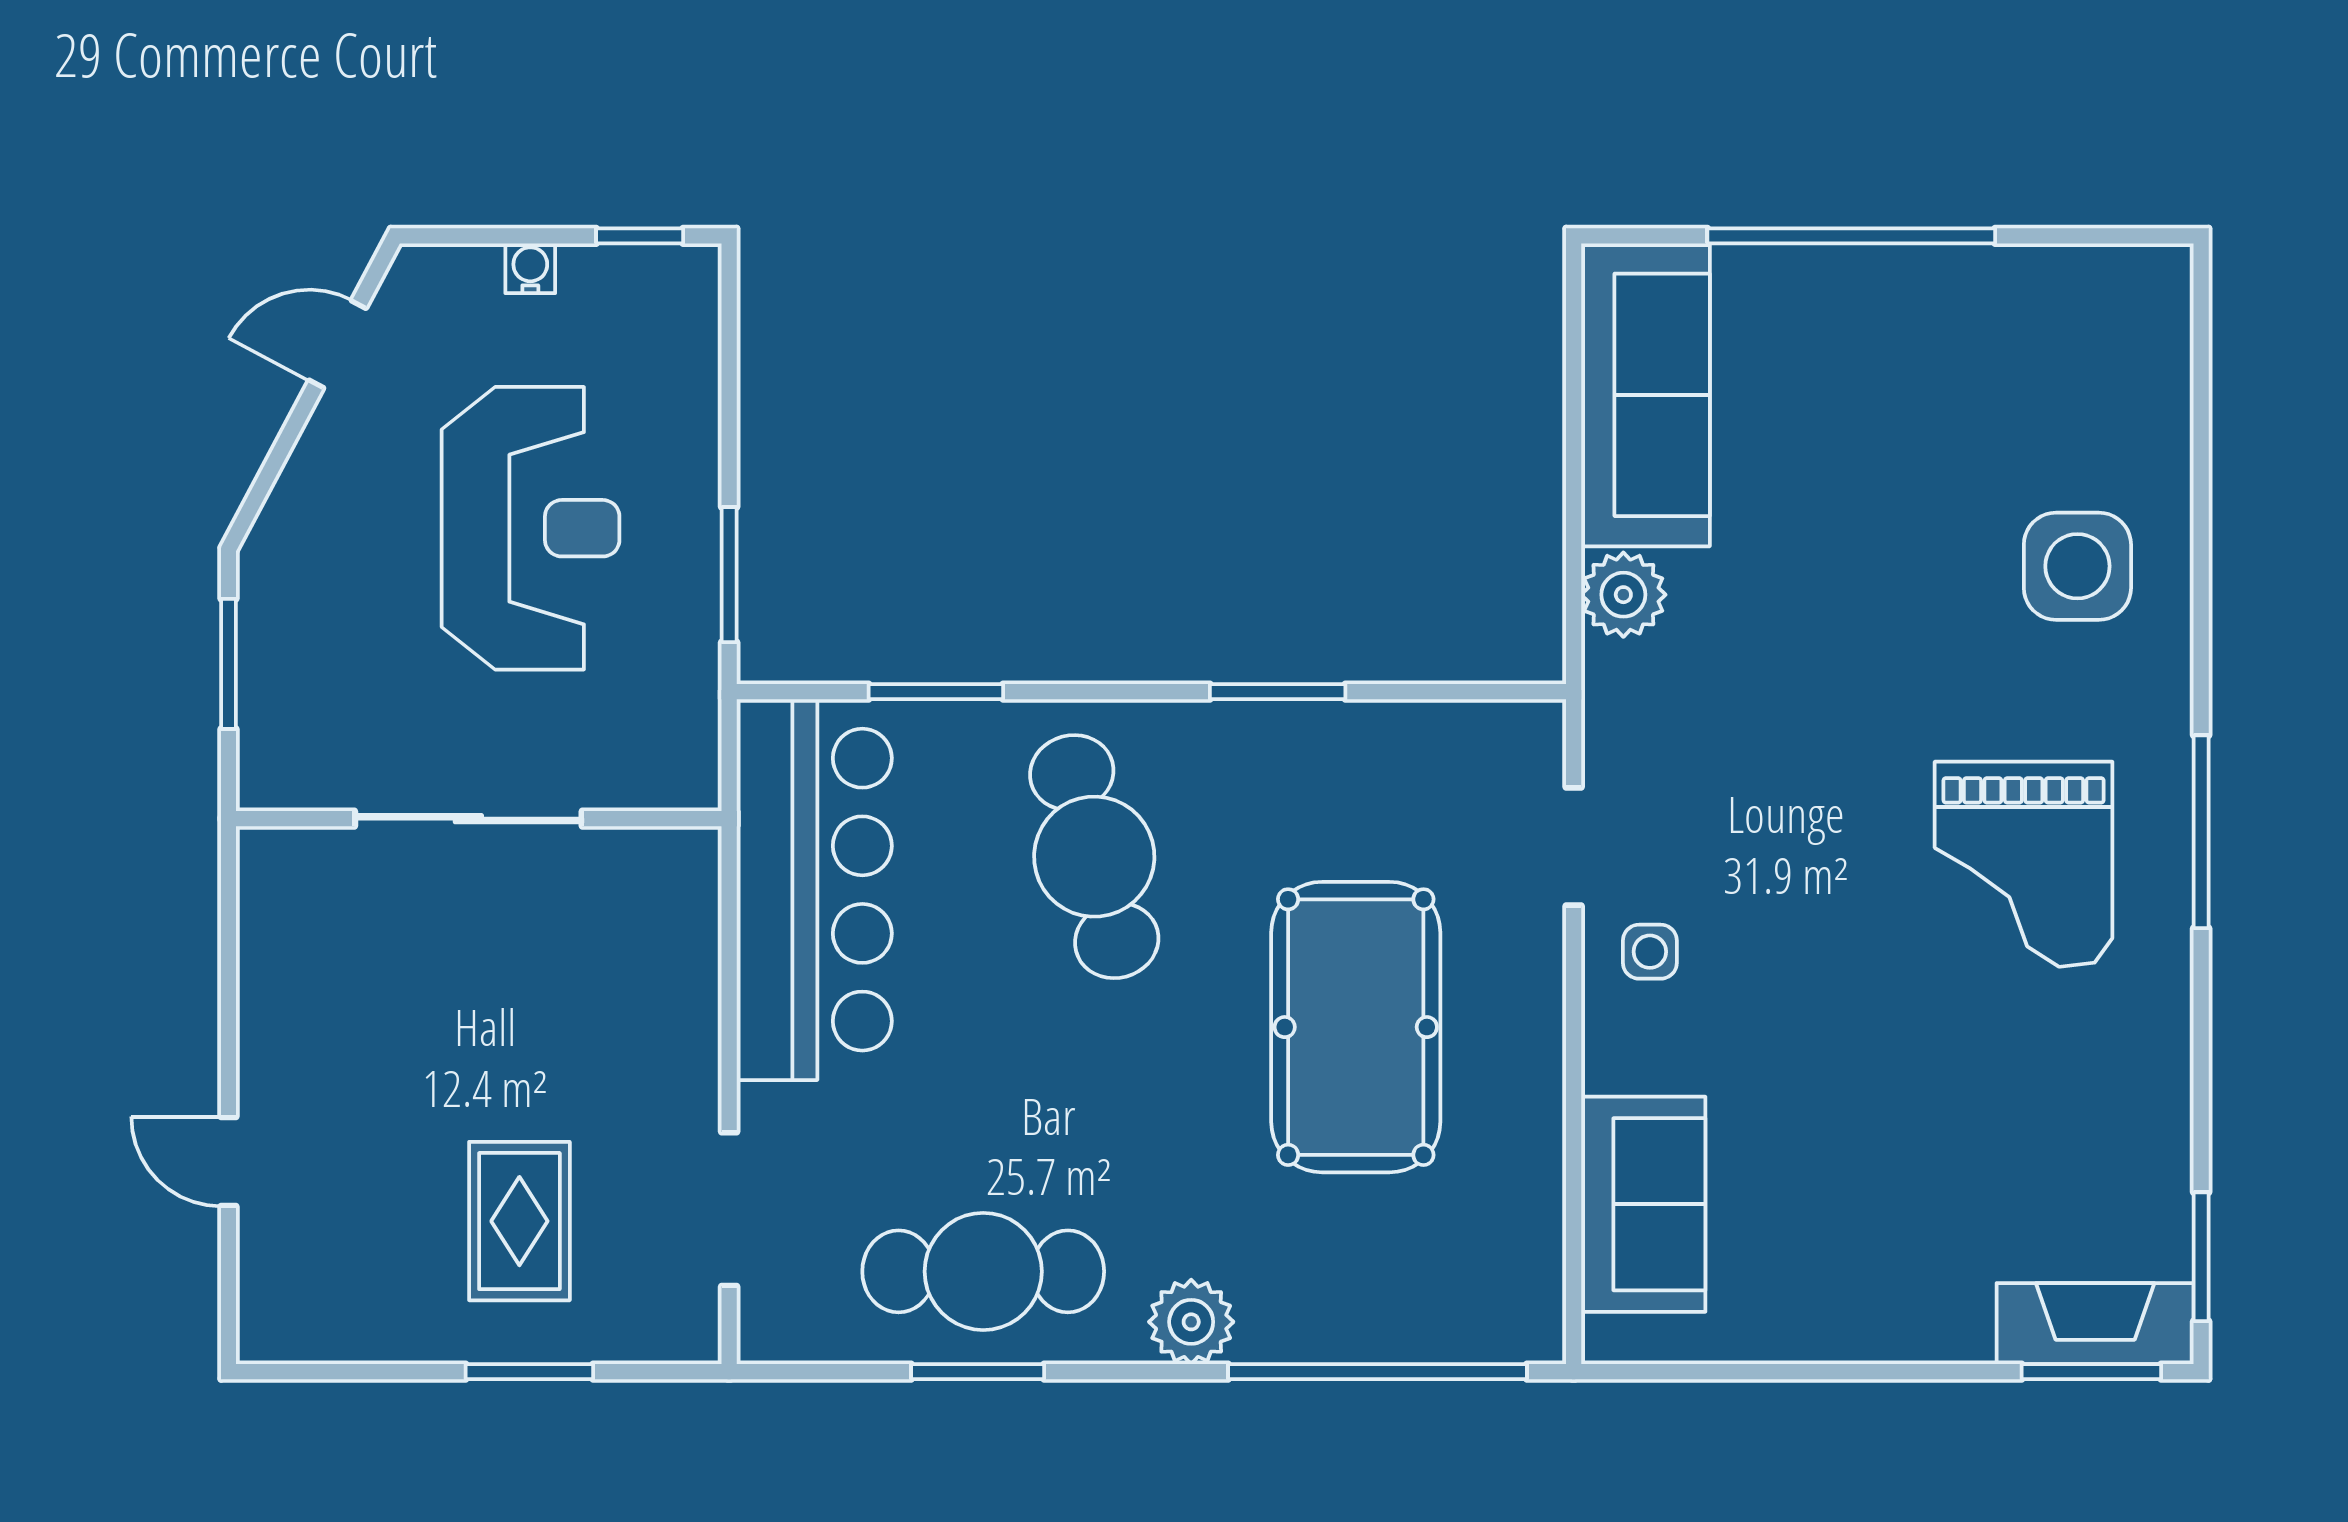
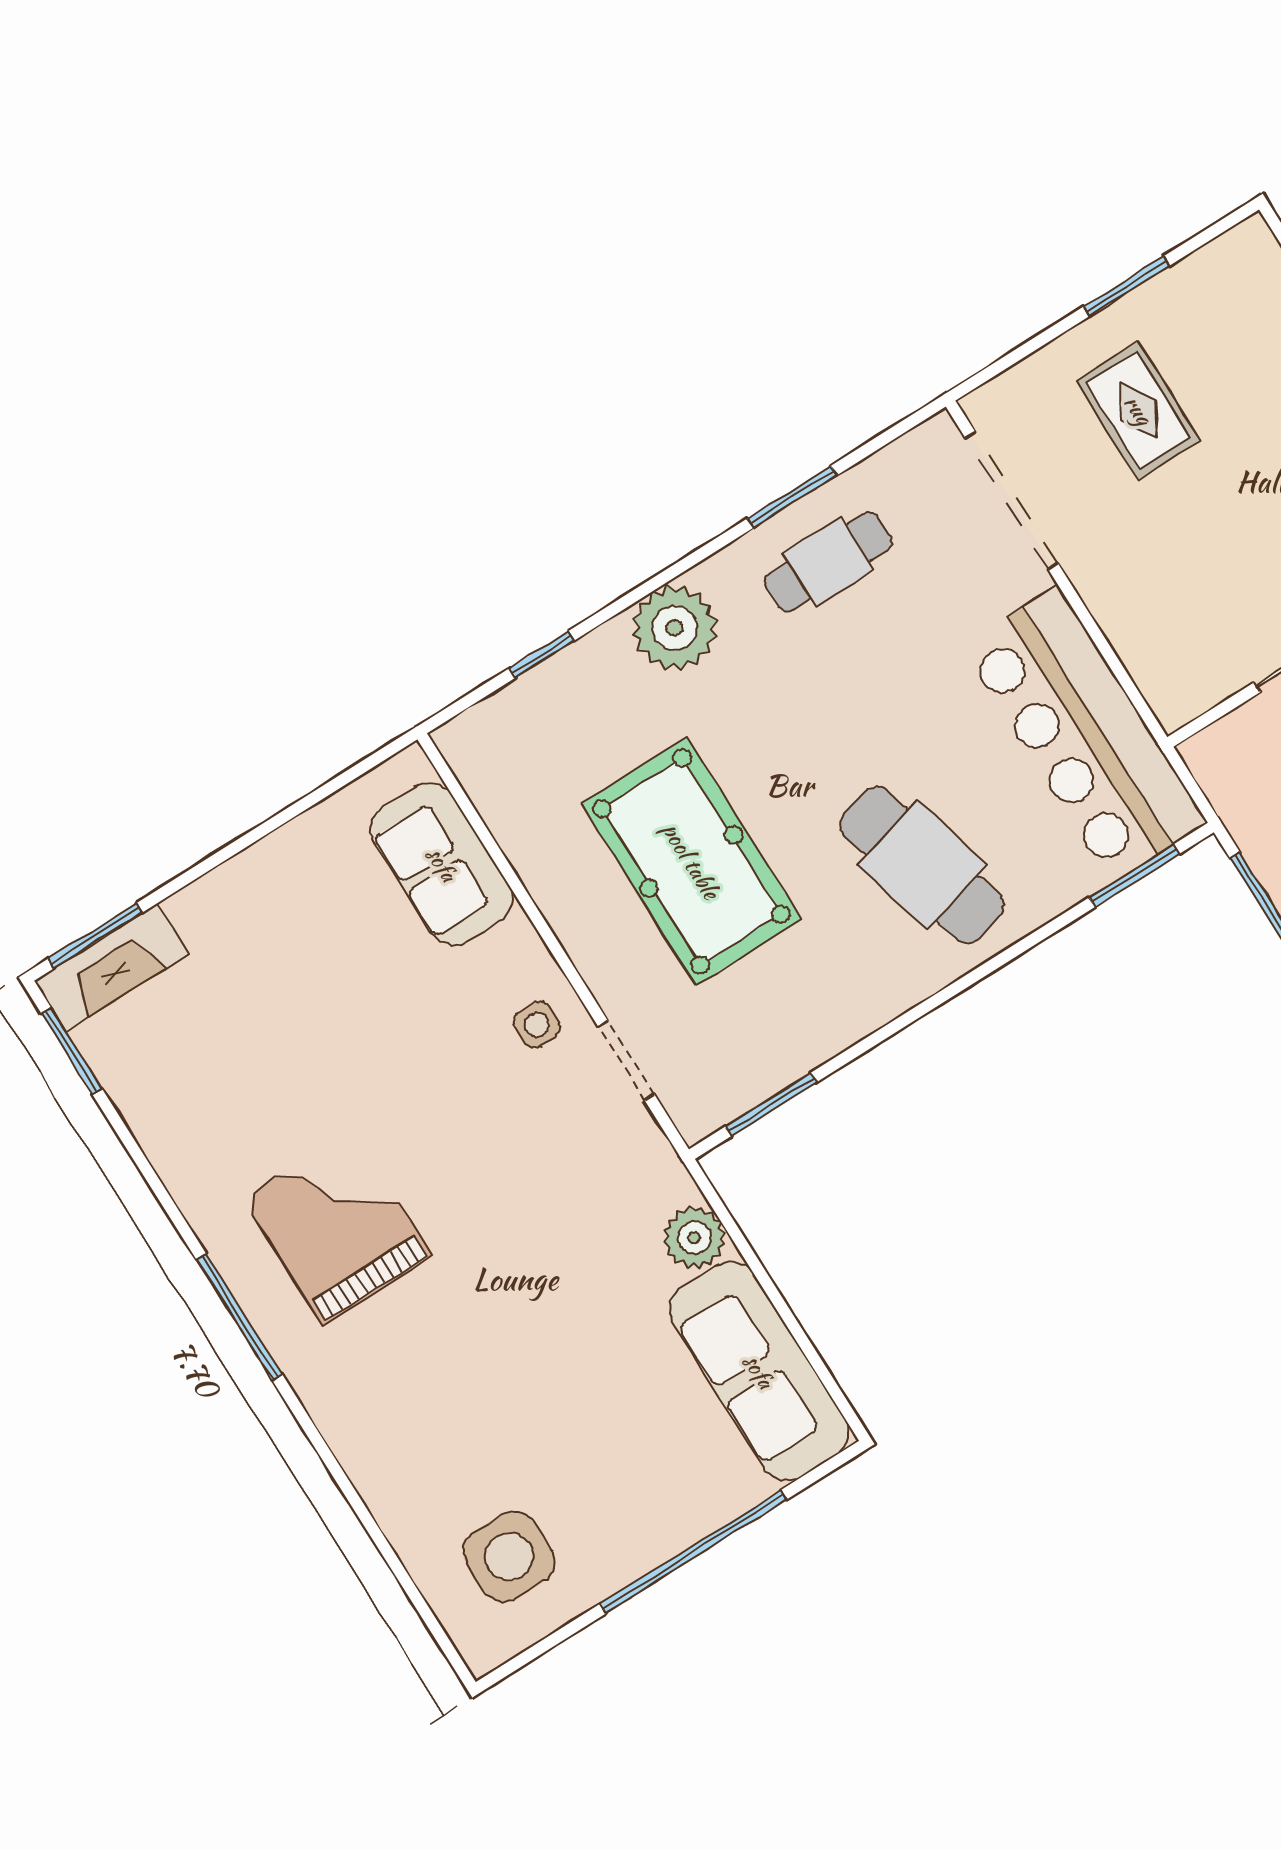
side table: (2077, 566) -> (509, 1557), moved
window: (936, 692) -> (1134, 876), moved
window: (1278, 692) -> (771, 1105), moved
doorway: (729, 1209) -> (1012, 501), width x1.36
cafe table: (983, 1271) -> (828, 562), width x0.73, depth x0.74
plant: (1191, 1322) -> (675, 628), width x1.36, depth x1.36
window: (529, 1372) -> (1127, 286), moved
window: (1378, 1372) -> (542, 654), width x0.32

